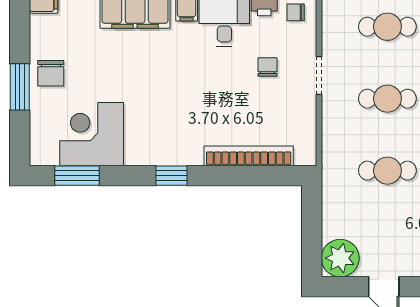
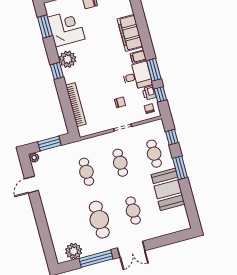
plant: (154, 148) -> (68, 59), added
window: (312, 229) -> (49, 144), added
plant: (340, 258) -> (34, 158), width x0.53, depth x0.53

